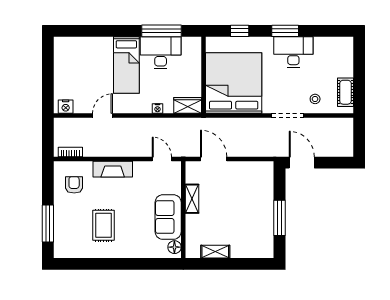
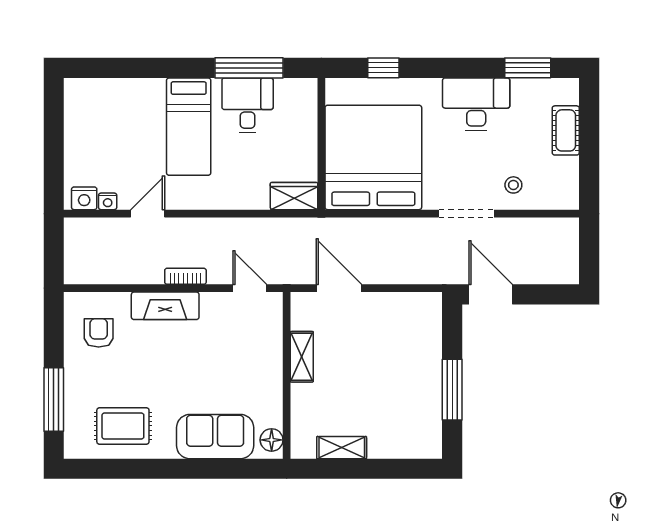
window: (285, 31) -> (528, 68), moved
desk: (161, 53) -> (248, 105), width x0.73
cot: (345, 92) -> (566, 130), moved
nightstand: (157, 108) -> (108, 201), moved
bookcase: (70, 152) -> (185, 276), moved
sofa: (168, 217) -> (215, 437), moved, turned 90
rug: (103, 225) -> (123, 426), moved, turned 90

